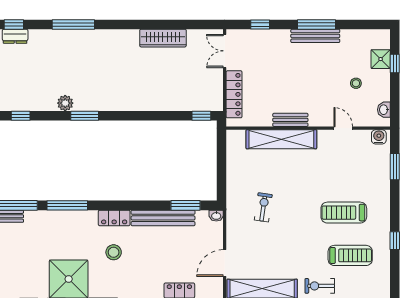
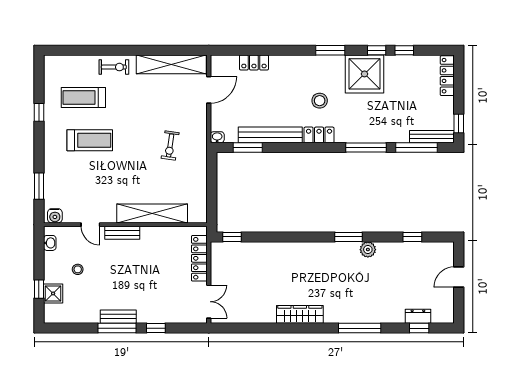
window: (260, 24) -> (156, 328), moved
bench: (315, 36) -> (118, 317), width x0.73
wardrobe: (163, 38) -> (300, 314), moved
bench: (290, 120) -> (122, 233), moved

